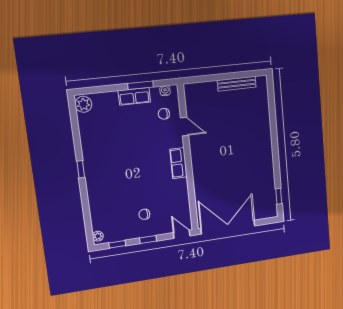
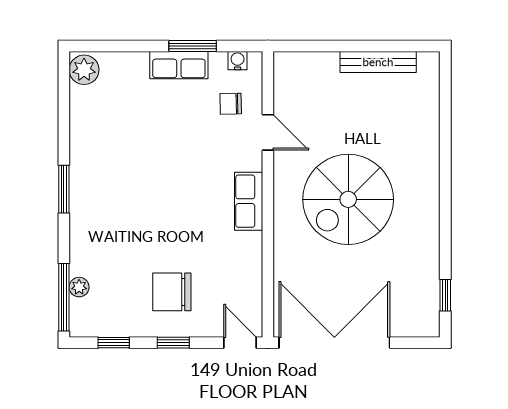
spiral stairs: (228, 156) -> (348, 199), added
window: (81, 169) -> (64, 189), width x1.50
chair: (144, 214) -> (172, 292), width x1.87, depth x1.87
window: (88, 225) -> (64, 297), added
plant: (98, 236) -> (79, 287), moved

